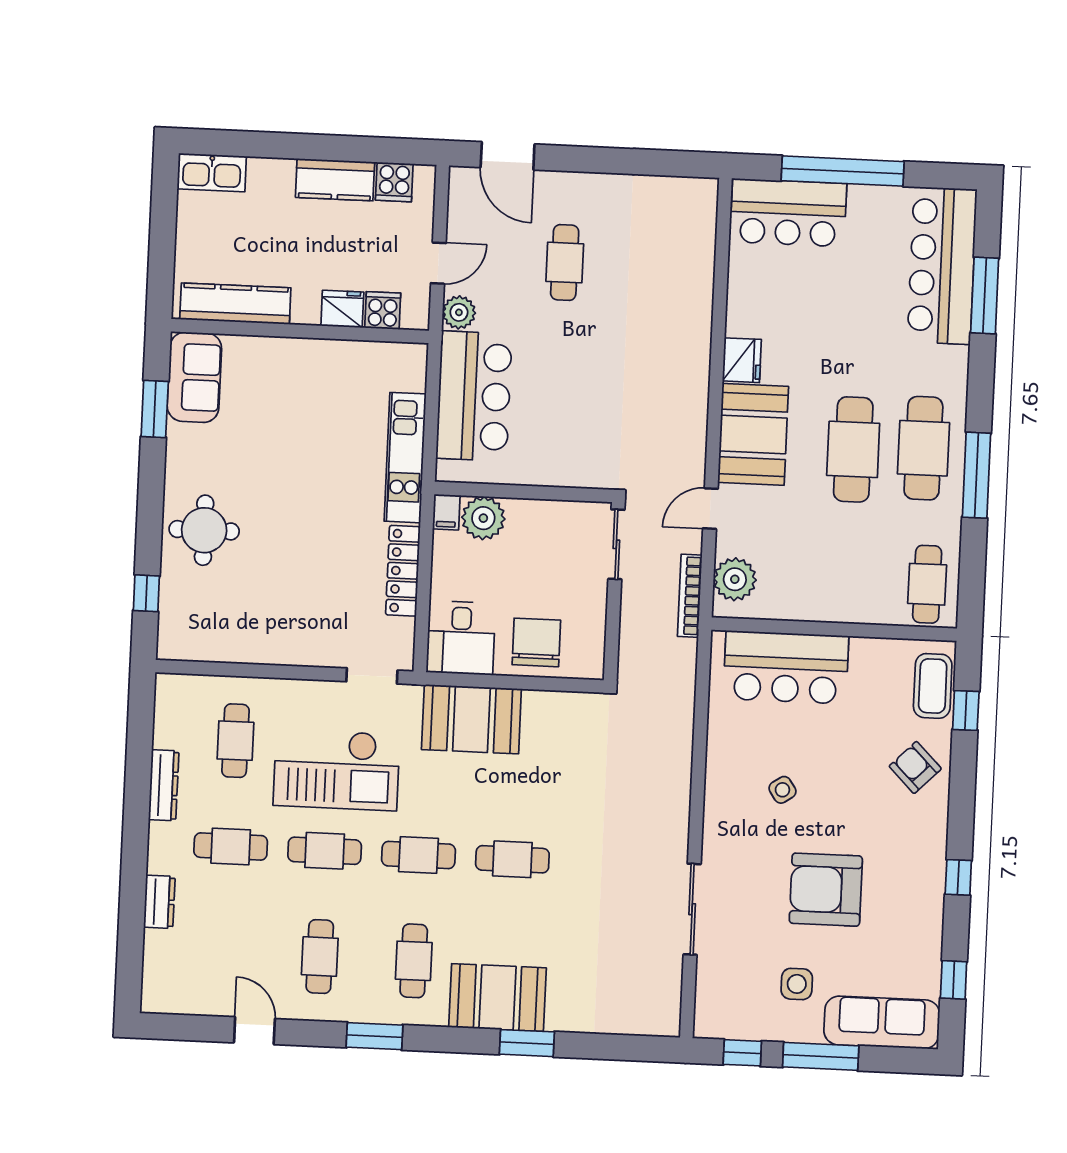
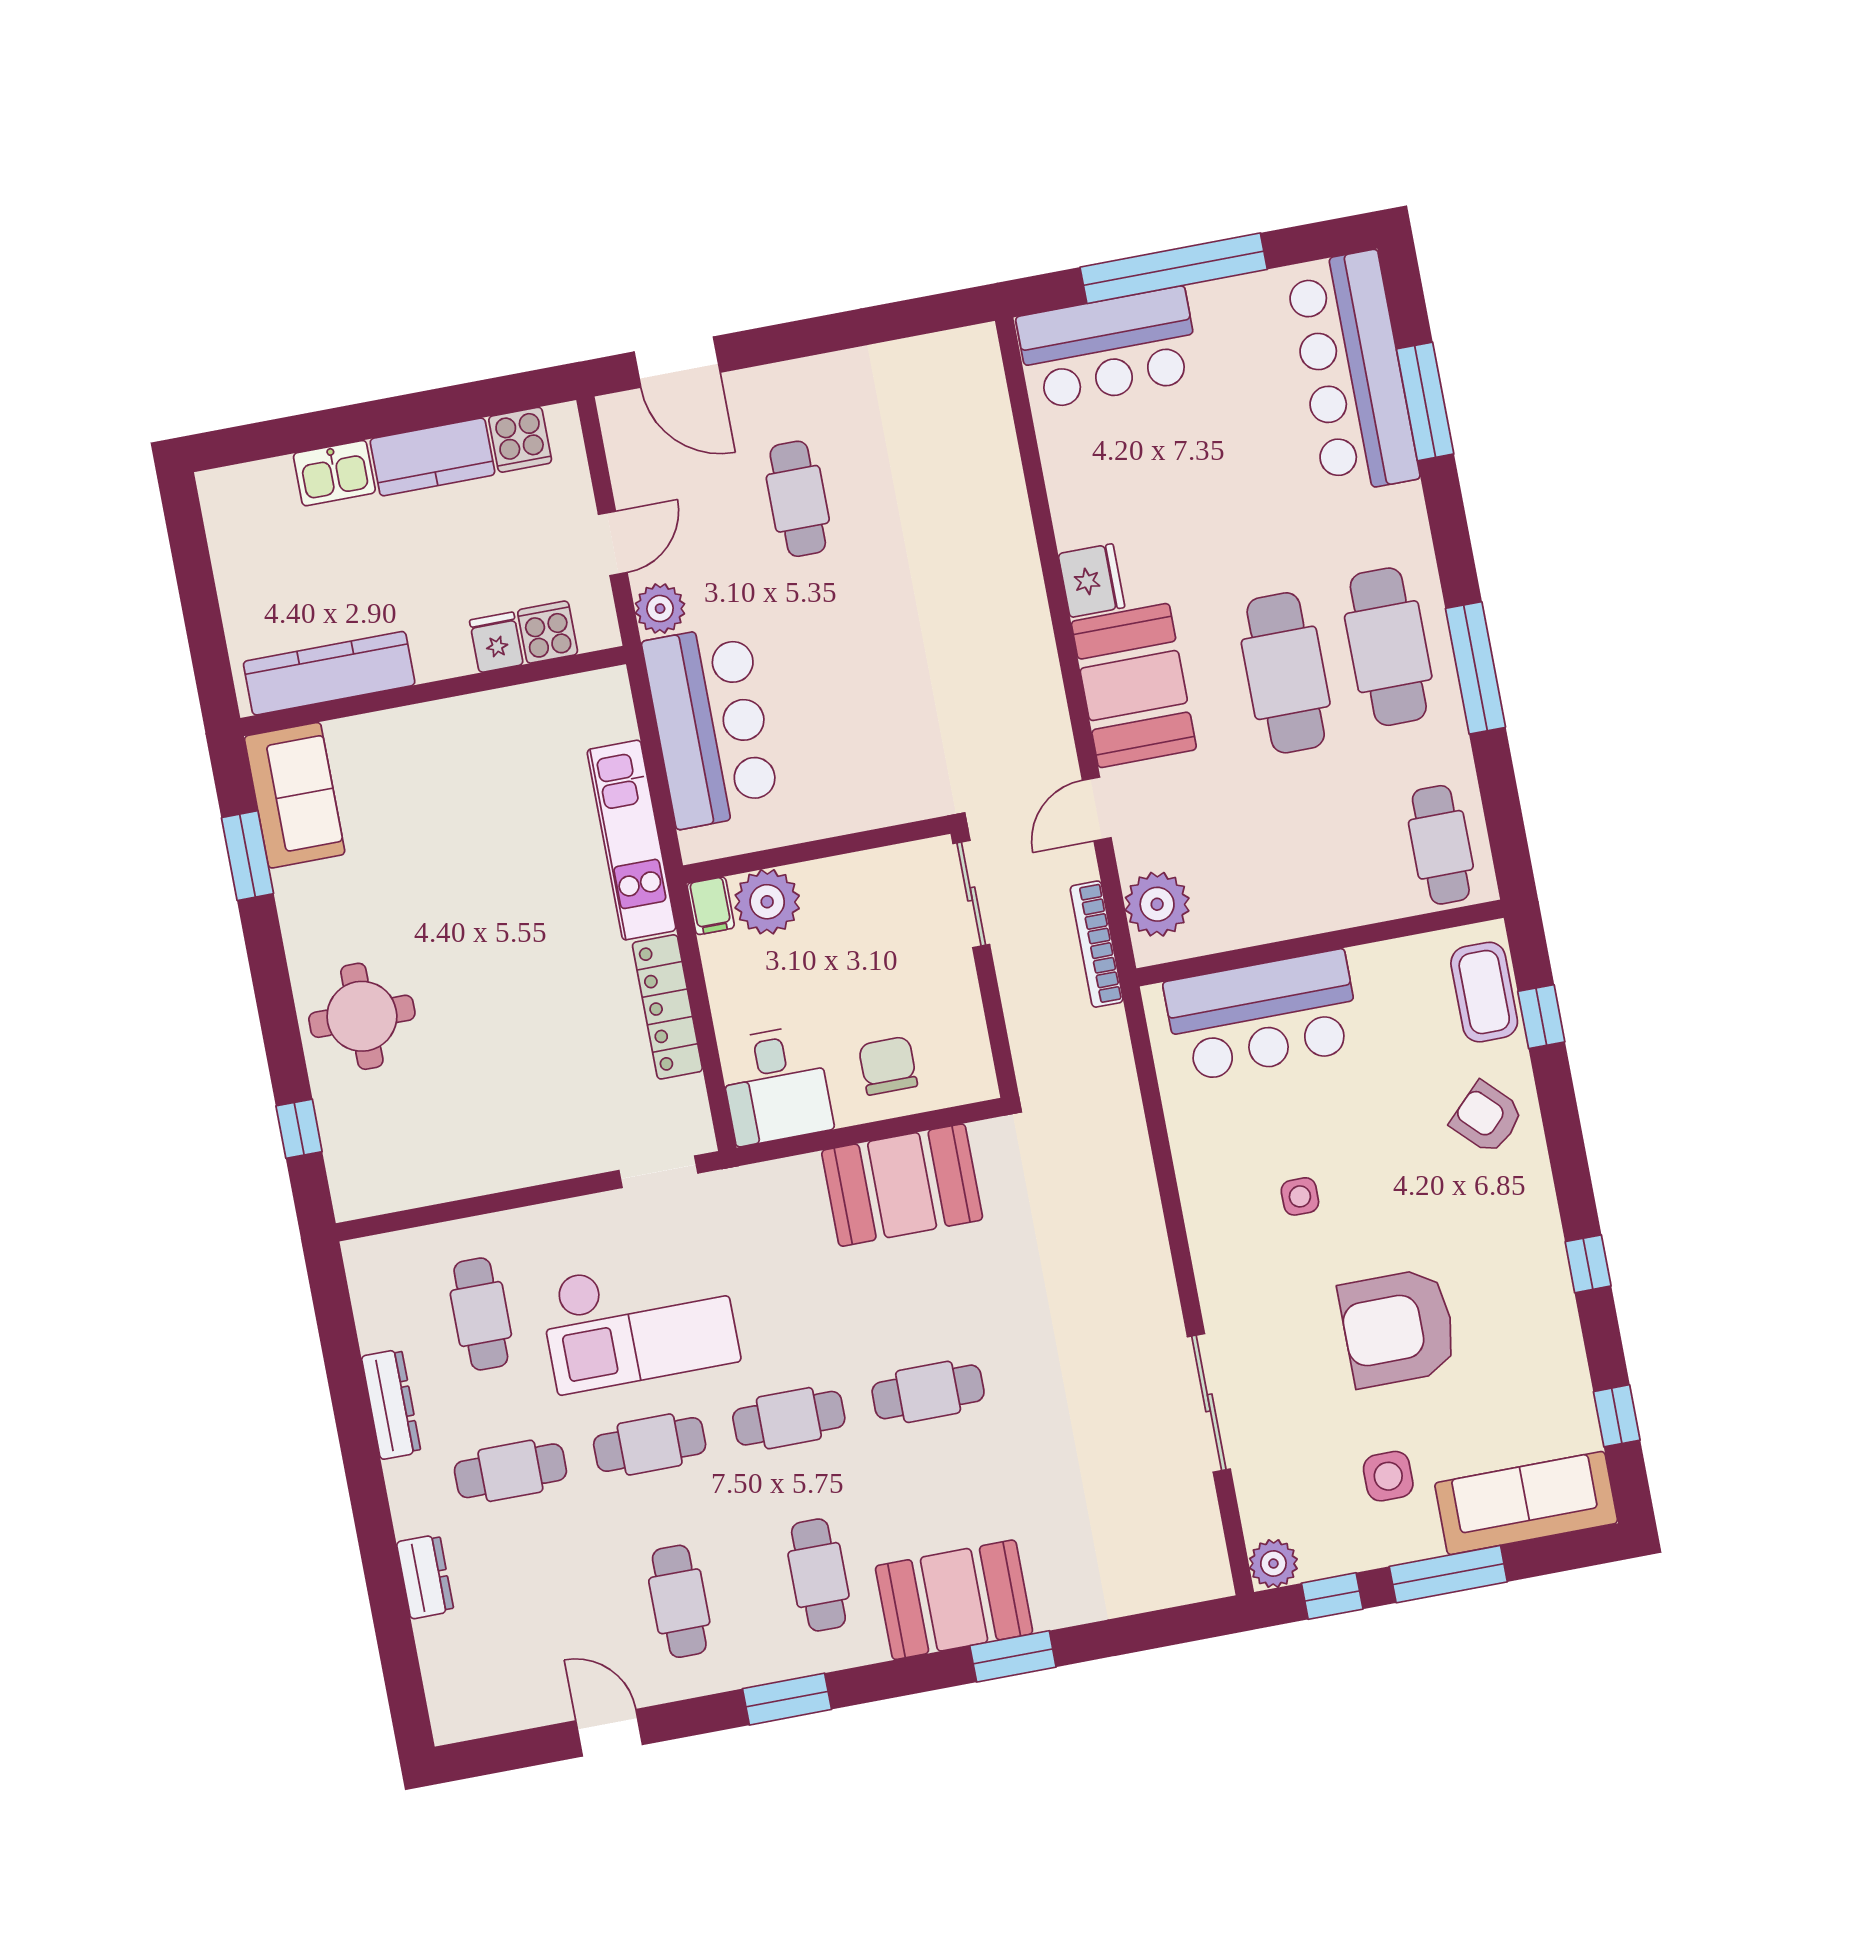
kitchen sink: (212, 173) -> (334, 473), moved, width x0.73
fridge: (342, 309) -> (496, 642), width x0.72
chair: (536, 642) -> (888, 1066), width x0.73, depth x0.73
booth: (471, 719) -> (902, 1185), moved
side table: (782, 790) -> (1300, 1196), turned 34
plant: (709, 1023) -> (1273, 1564), added

